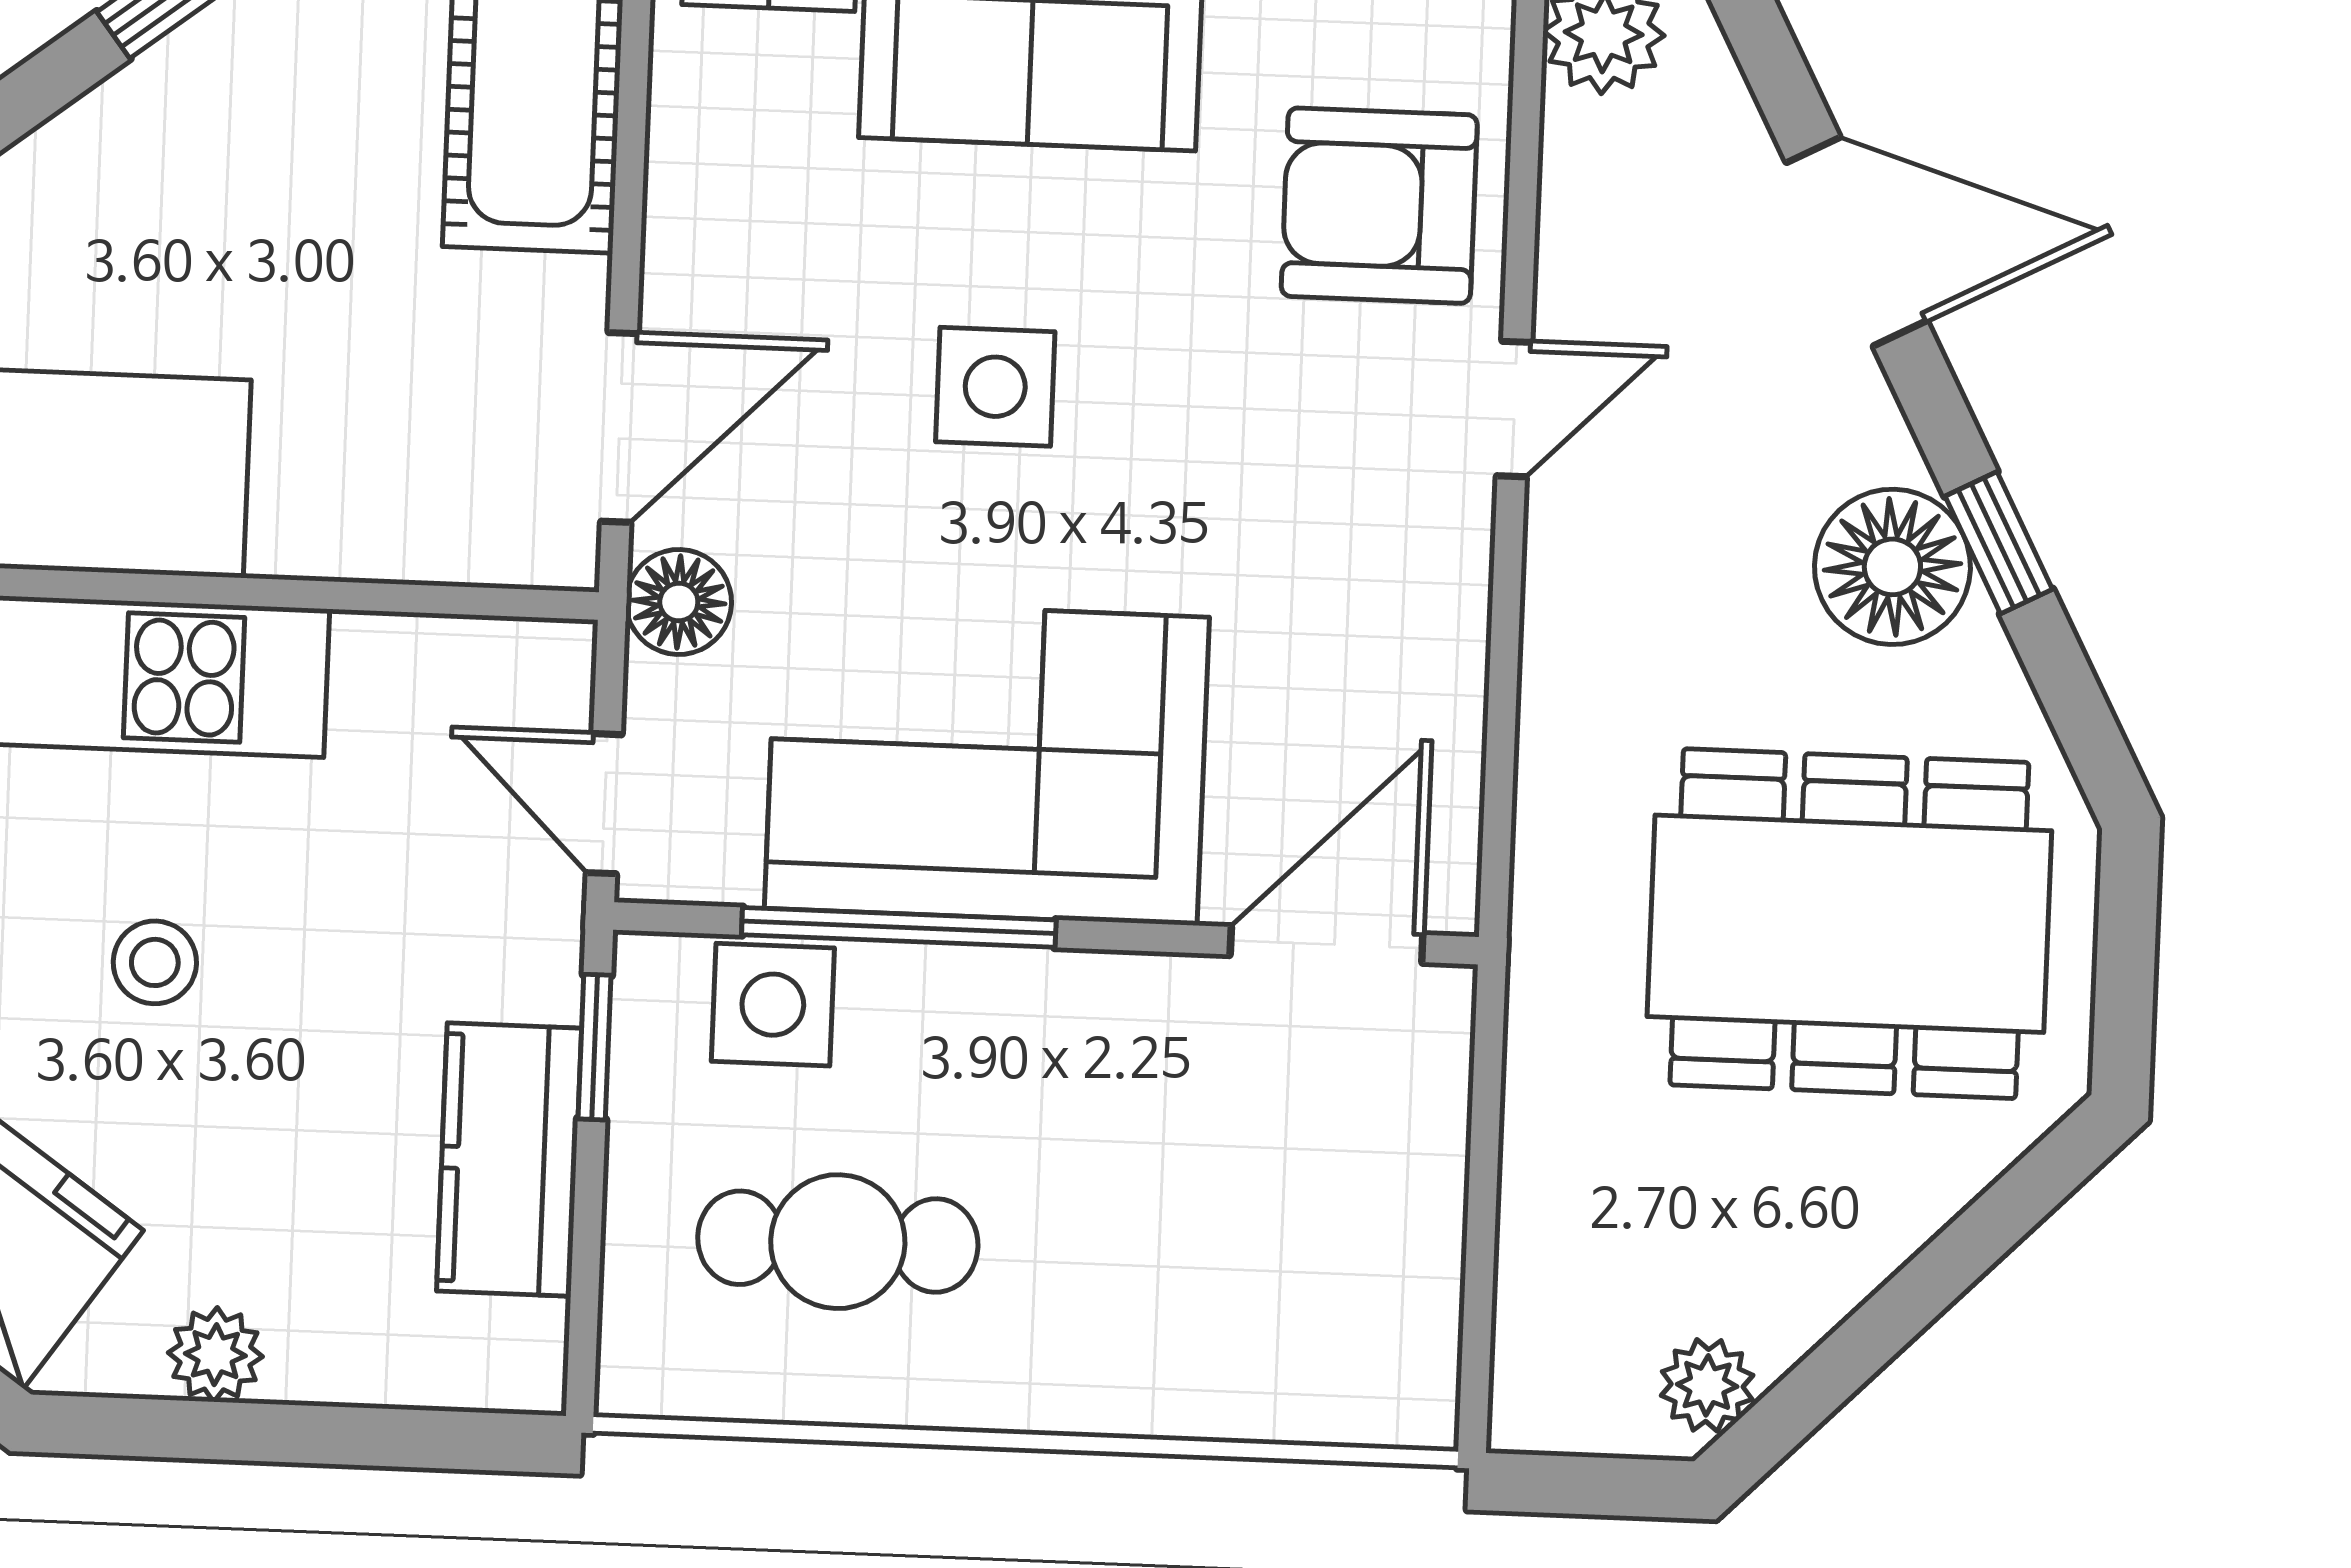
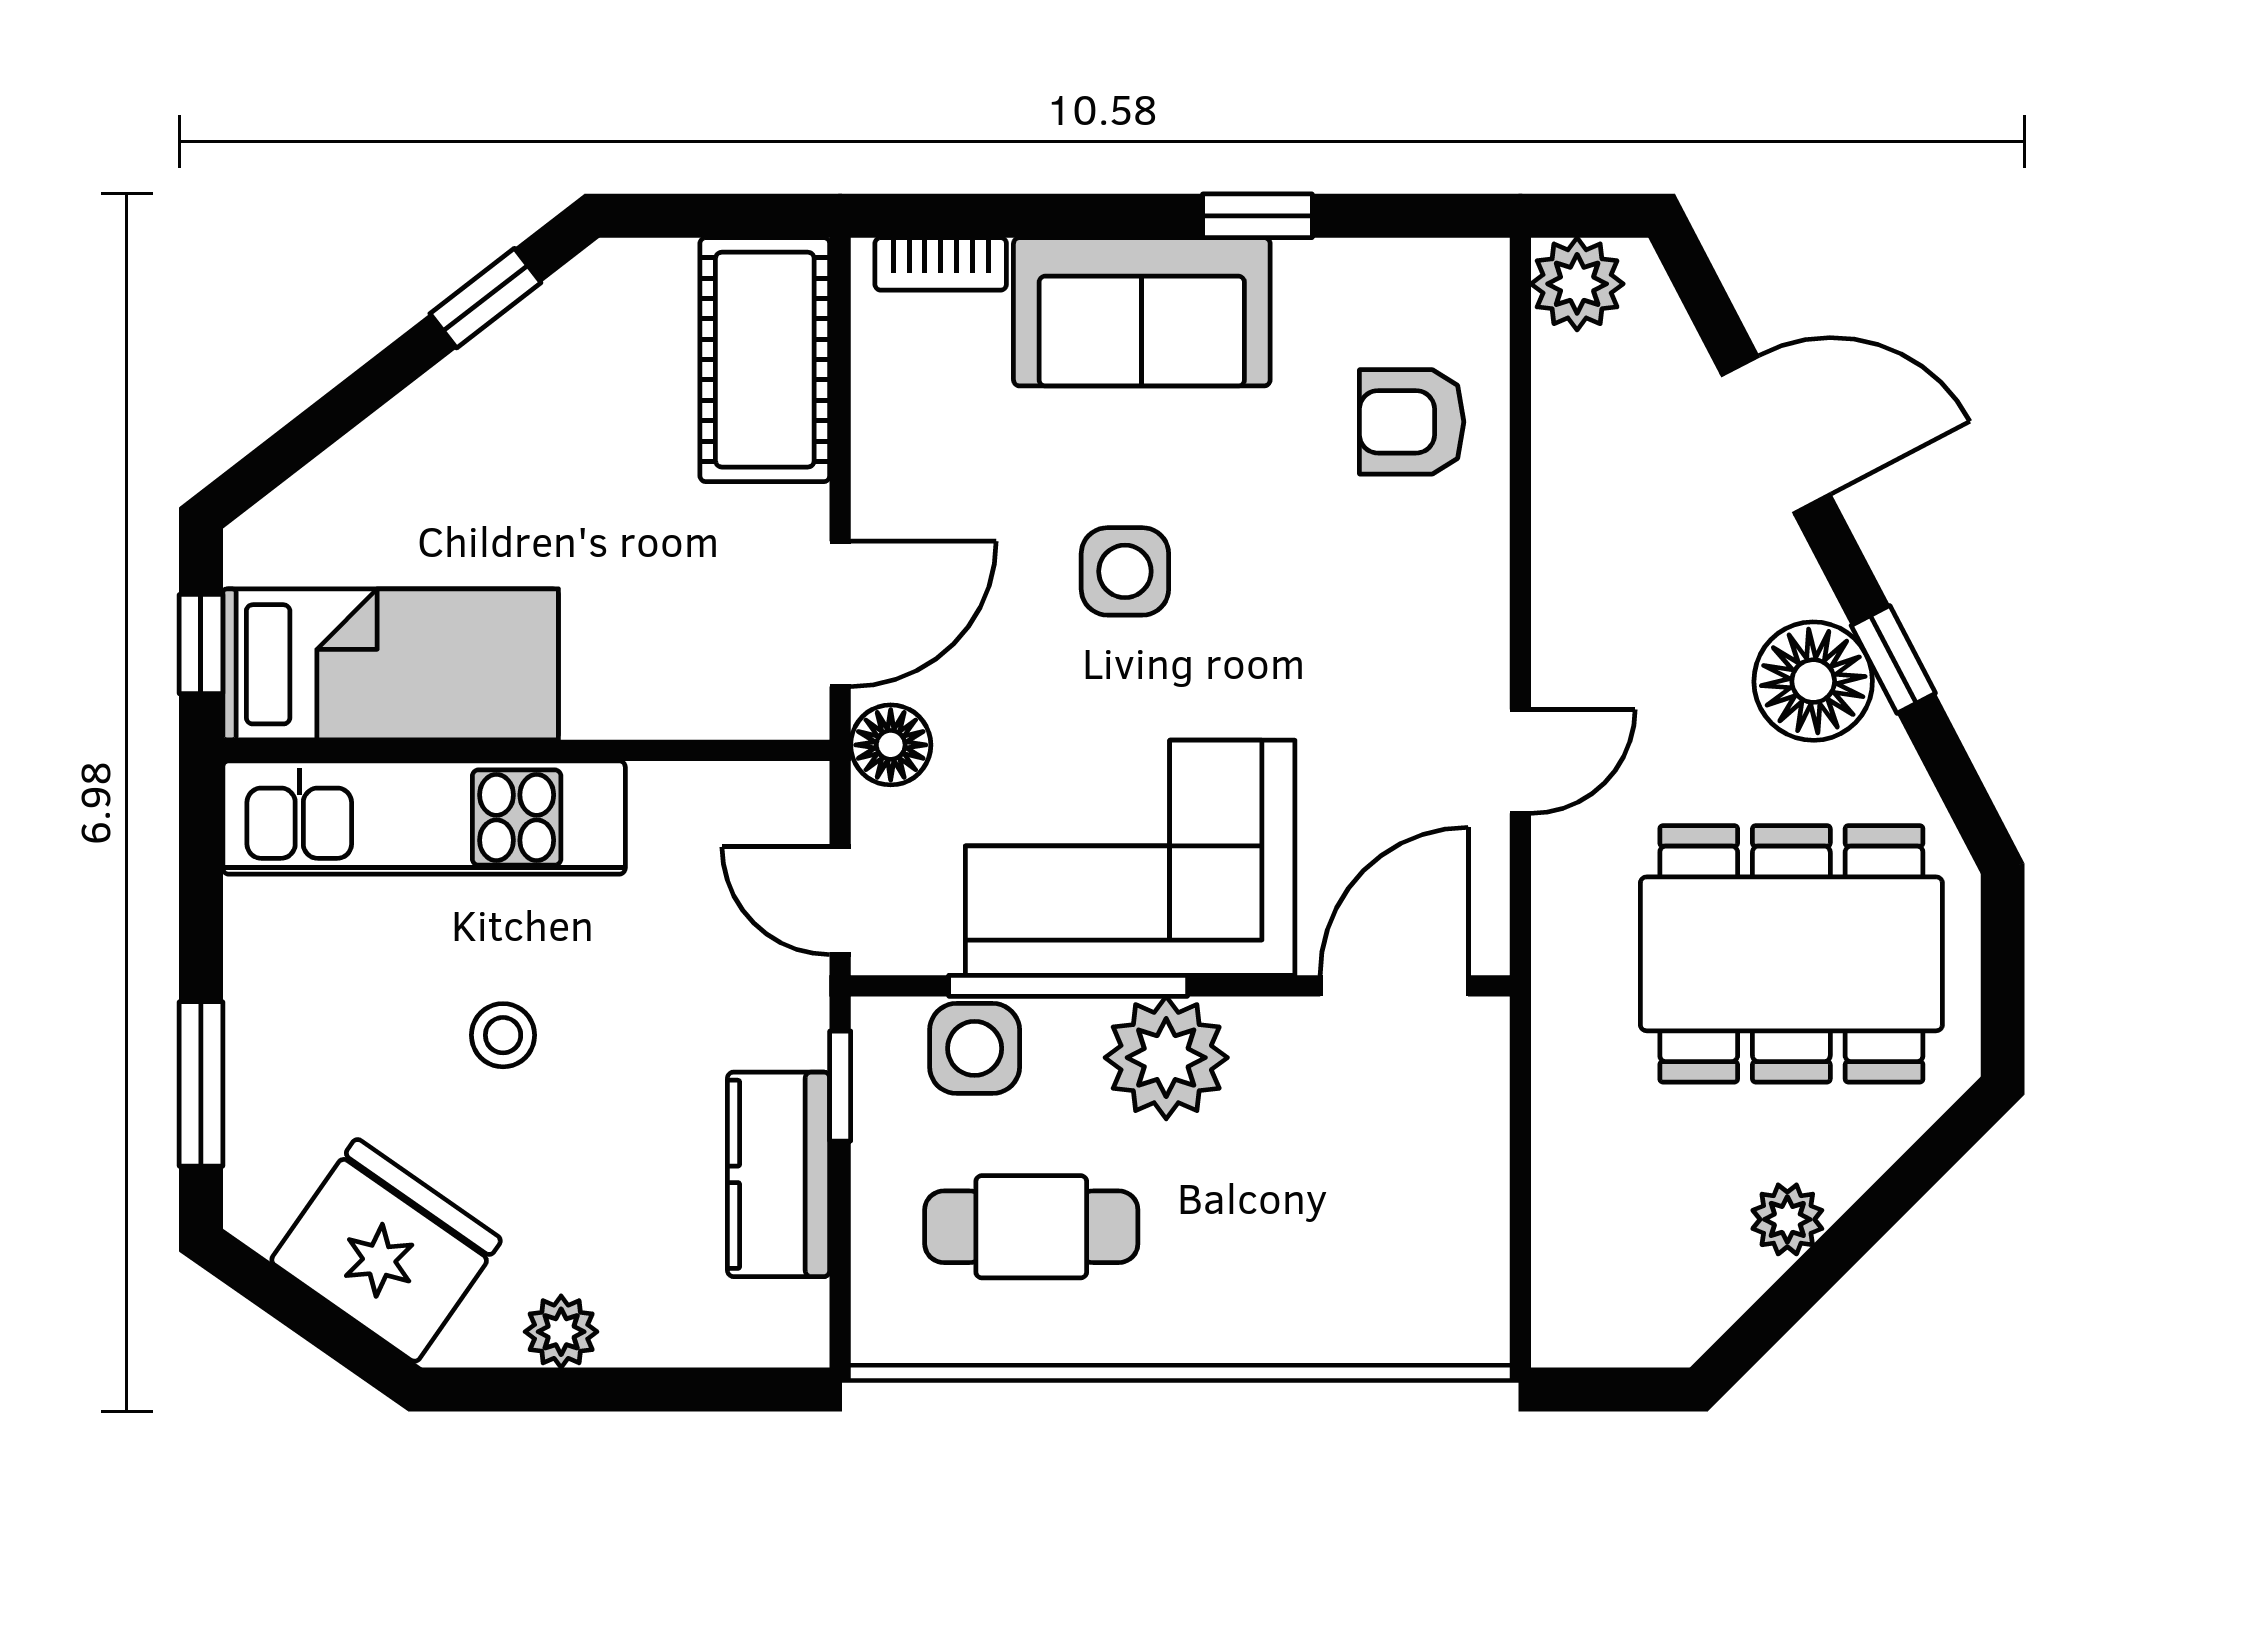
armchair: (1379, 206) -> (1412, 422), width x0.72, depth x0.72
door: (1514, 409) -> (1520, 761), moved
plant: (1024, 1027) -> (1166, 1058), added
plant: (1707, 1385) -> (1787, 1219), moved

